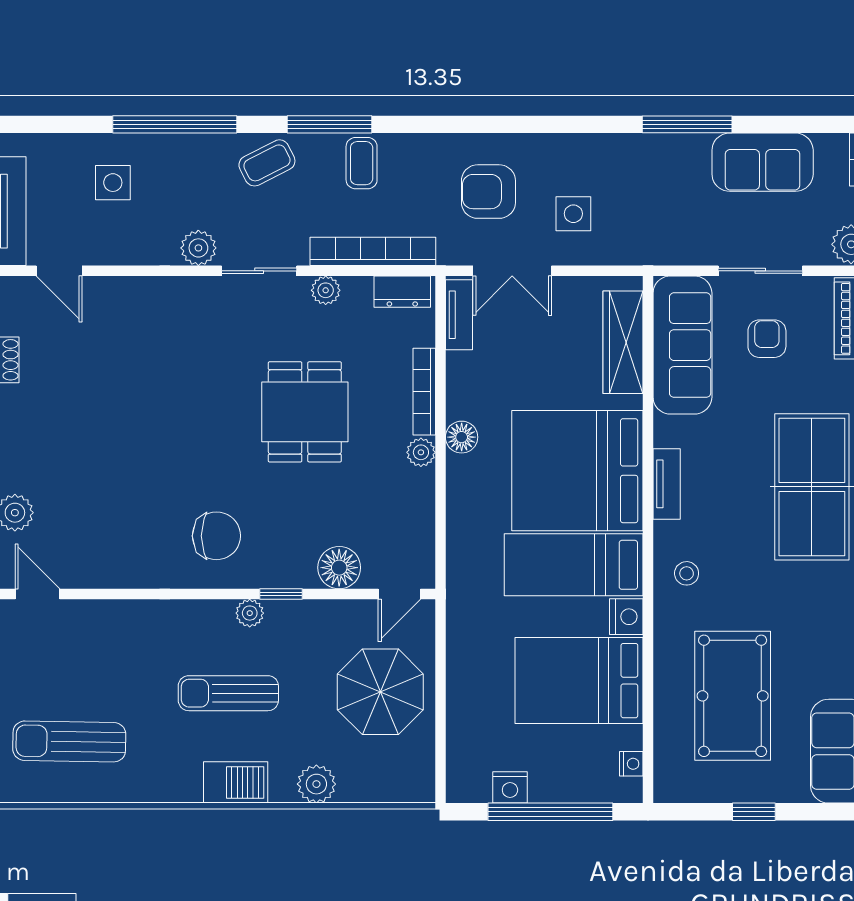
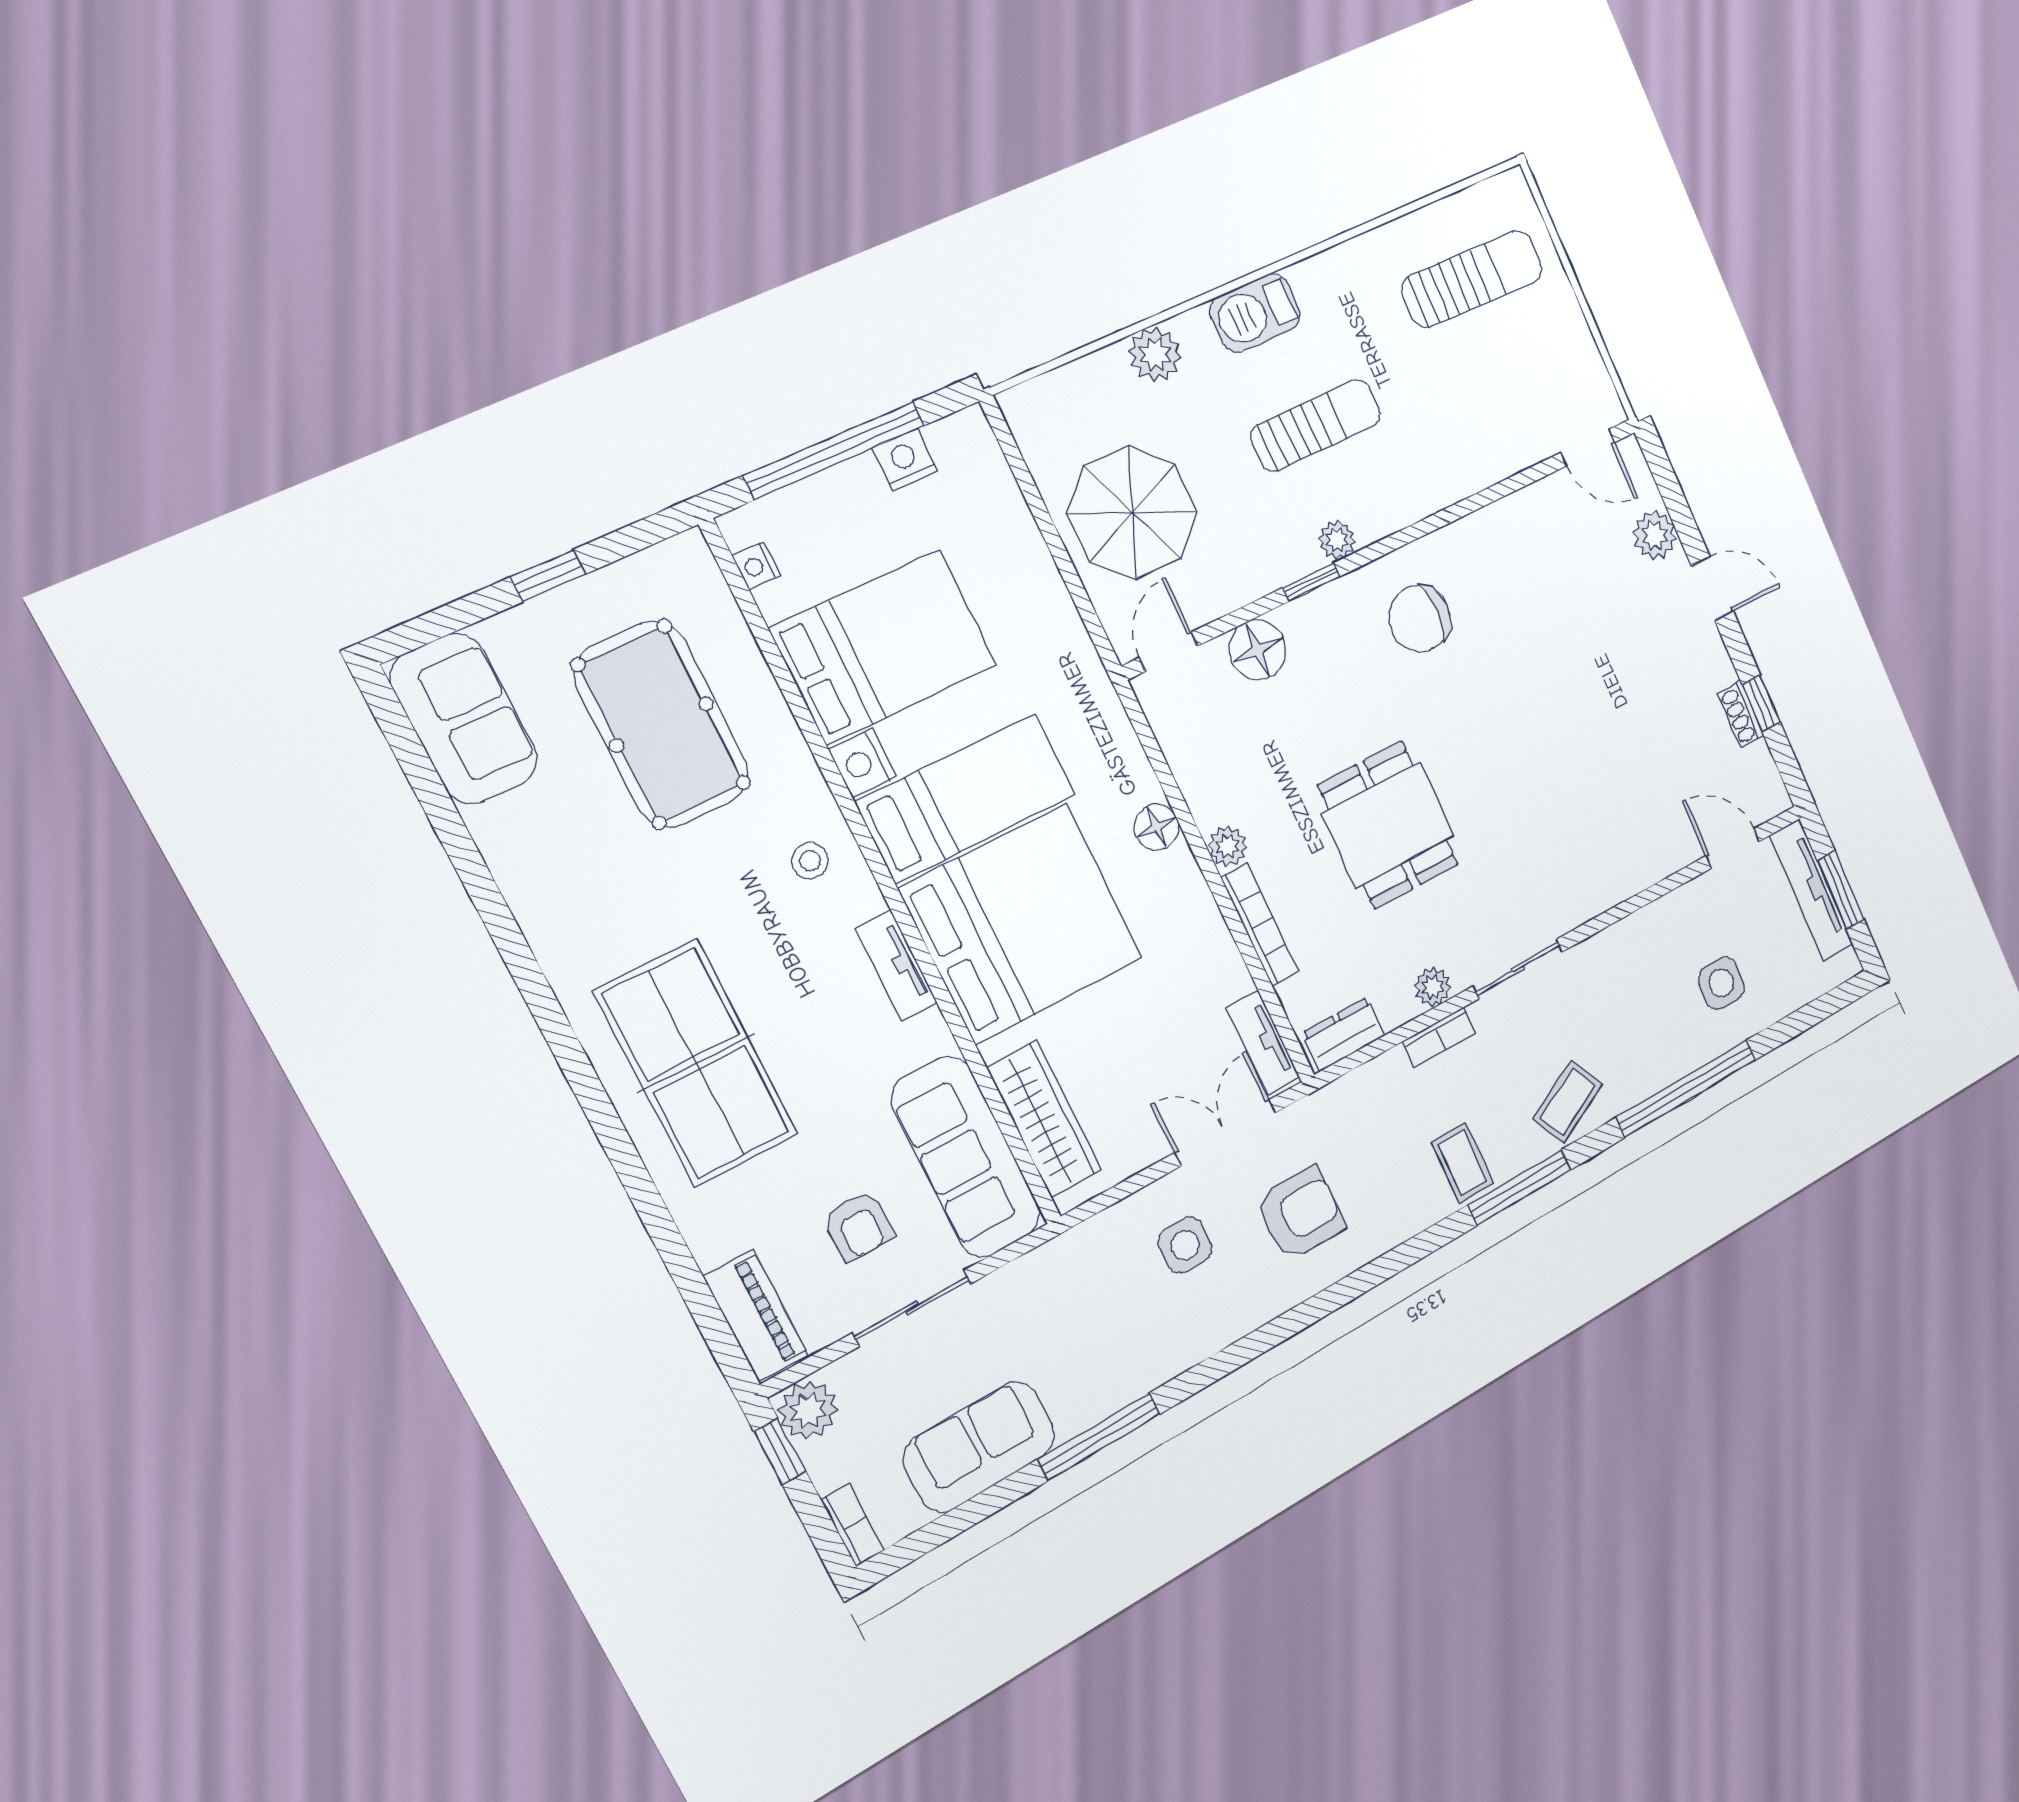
plant: (198, 248) -> (1597, 959), removed
bookcase: (373, 251) -> (1439, 1037), width x0.43, depth x0.76
floor lamp: (462, 437) -> (1157, 827), moved

